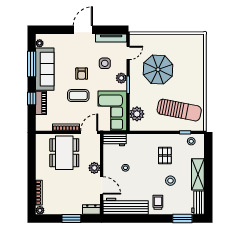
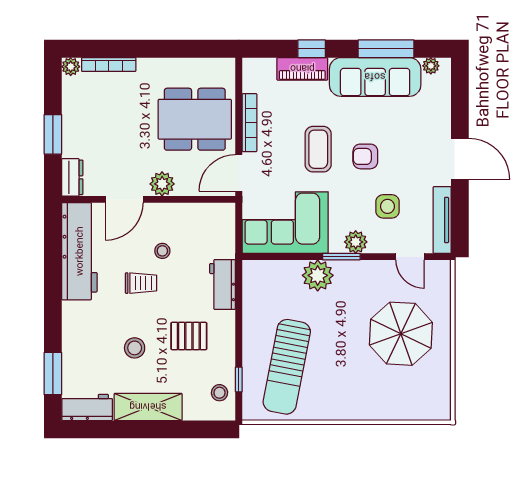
parasol: (158, 70) -> (401, 334), moved
plant: (137, 114) -> (318, 275), moved
door: (89, 132) -> (239, 173), swing flipped
workbench: (115, 140) -> (223, 284), moved
trolley: (158, 202) -> (141, 283), moved

